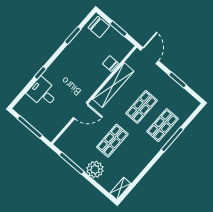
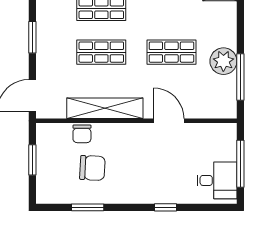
chair: (99, 27) -> (92, 168), moved, turned 93
desk: (43, 93) -> (217, 180), moved, turned -90
plant: (95, 169) -> (223, 61), moved

